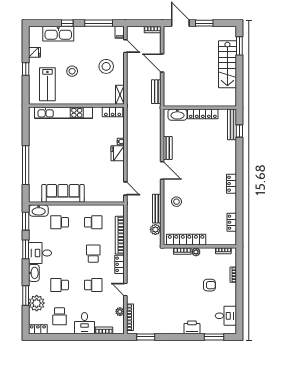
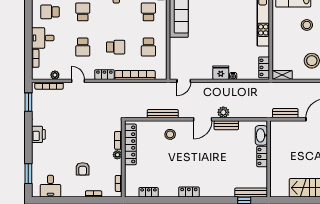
locker: (203, 114) -> (262, 156), width x0.66
plant: (155, 229) -> (223, 112), moved
door: (125, 289) -> (78, 81), hinge flipped
printer: (192, 327) -> (38, 134), moved

